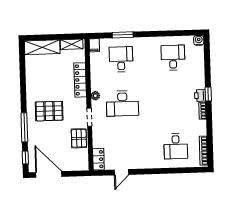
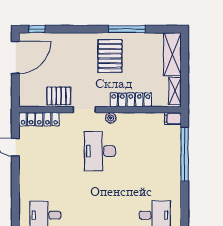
window: (123, 35) -> (185, 154), width x2.11
desk: (121, 59) -> (155, 151), removed
pallet: (49, 111) -> (110, 56), moved
window: (24, 127) -> (127, 29), moved
locker: (98, 159) -> (39, 119), width x1.53

